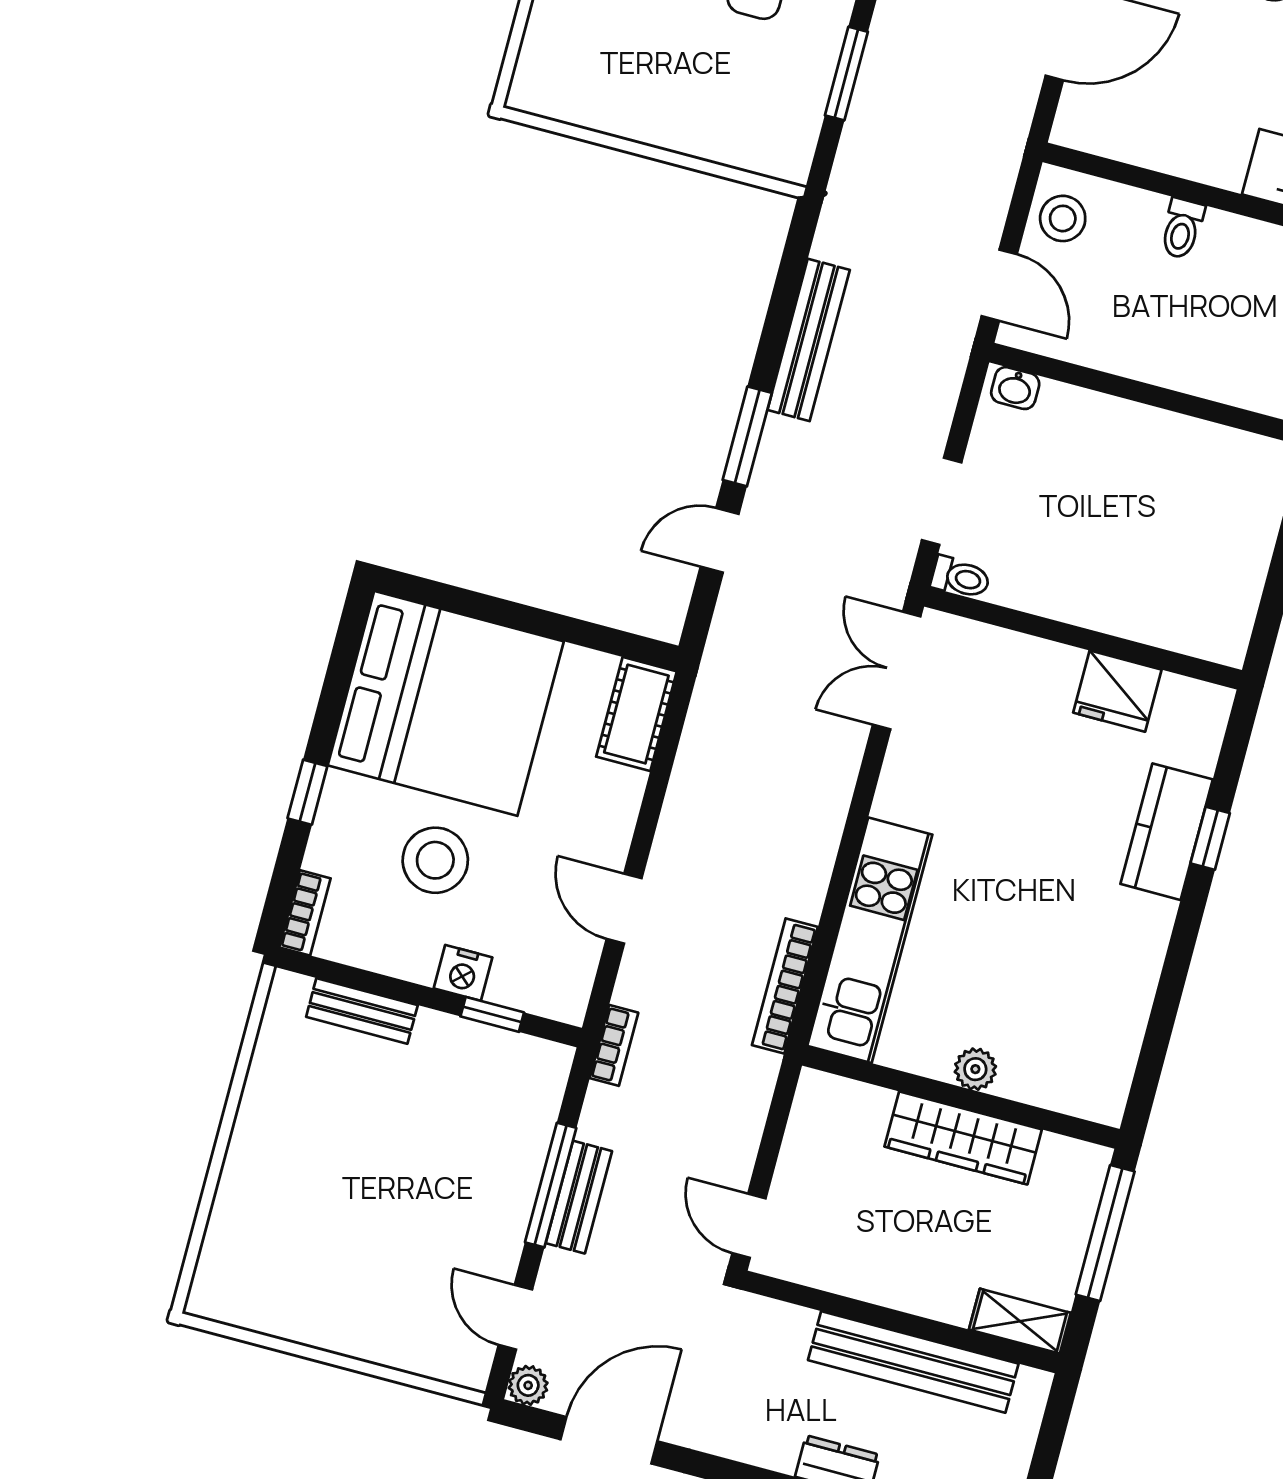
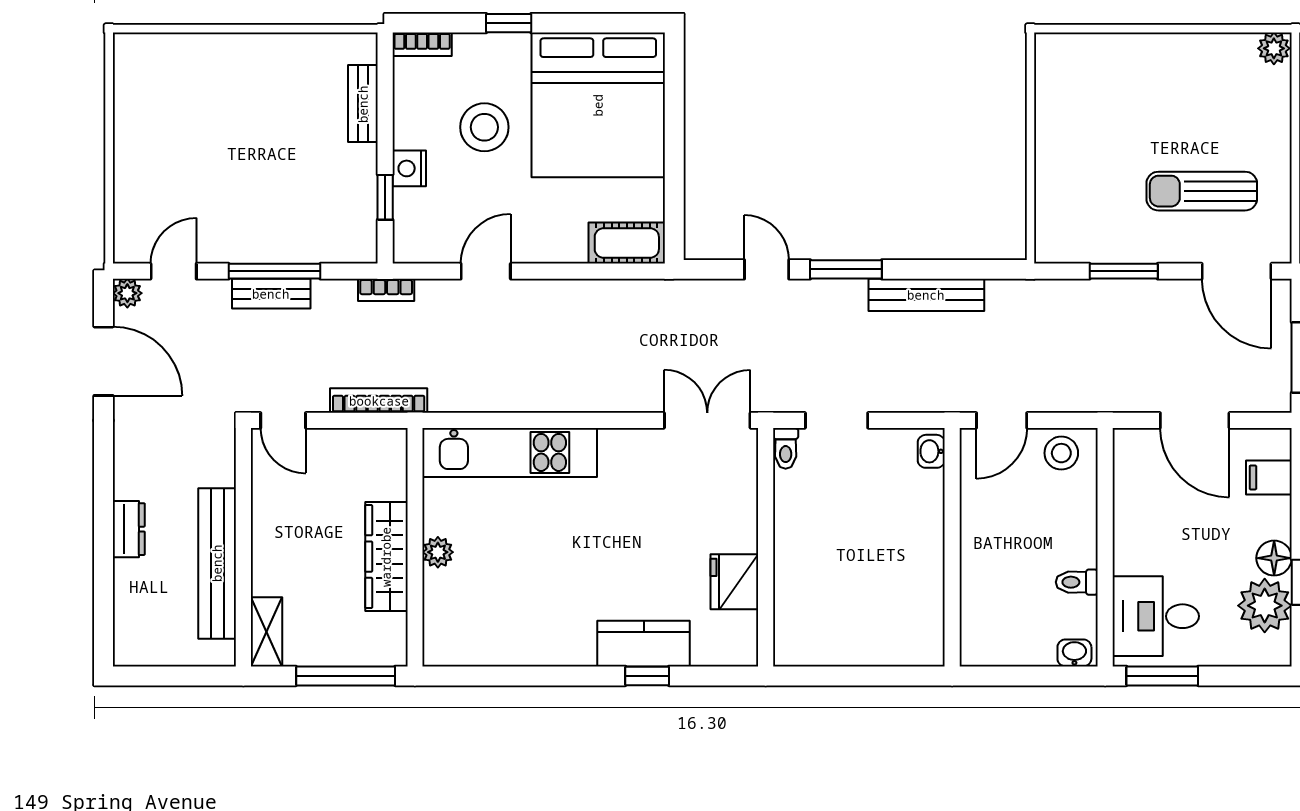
toilet: (1182, 229) -> (1077, 582), moved
bookcase: (785, 986) -> (379, 401), moved
door: (749, 1226) -> (283, 420), swing flipped

